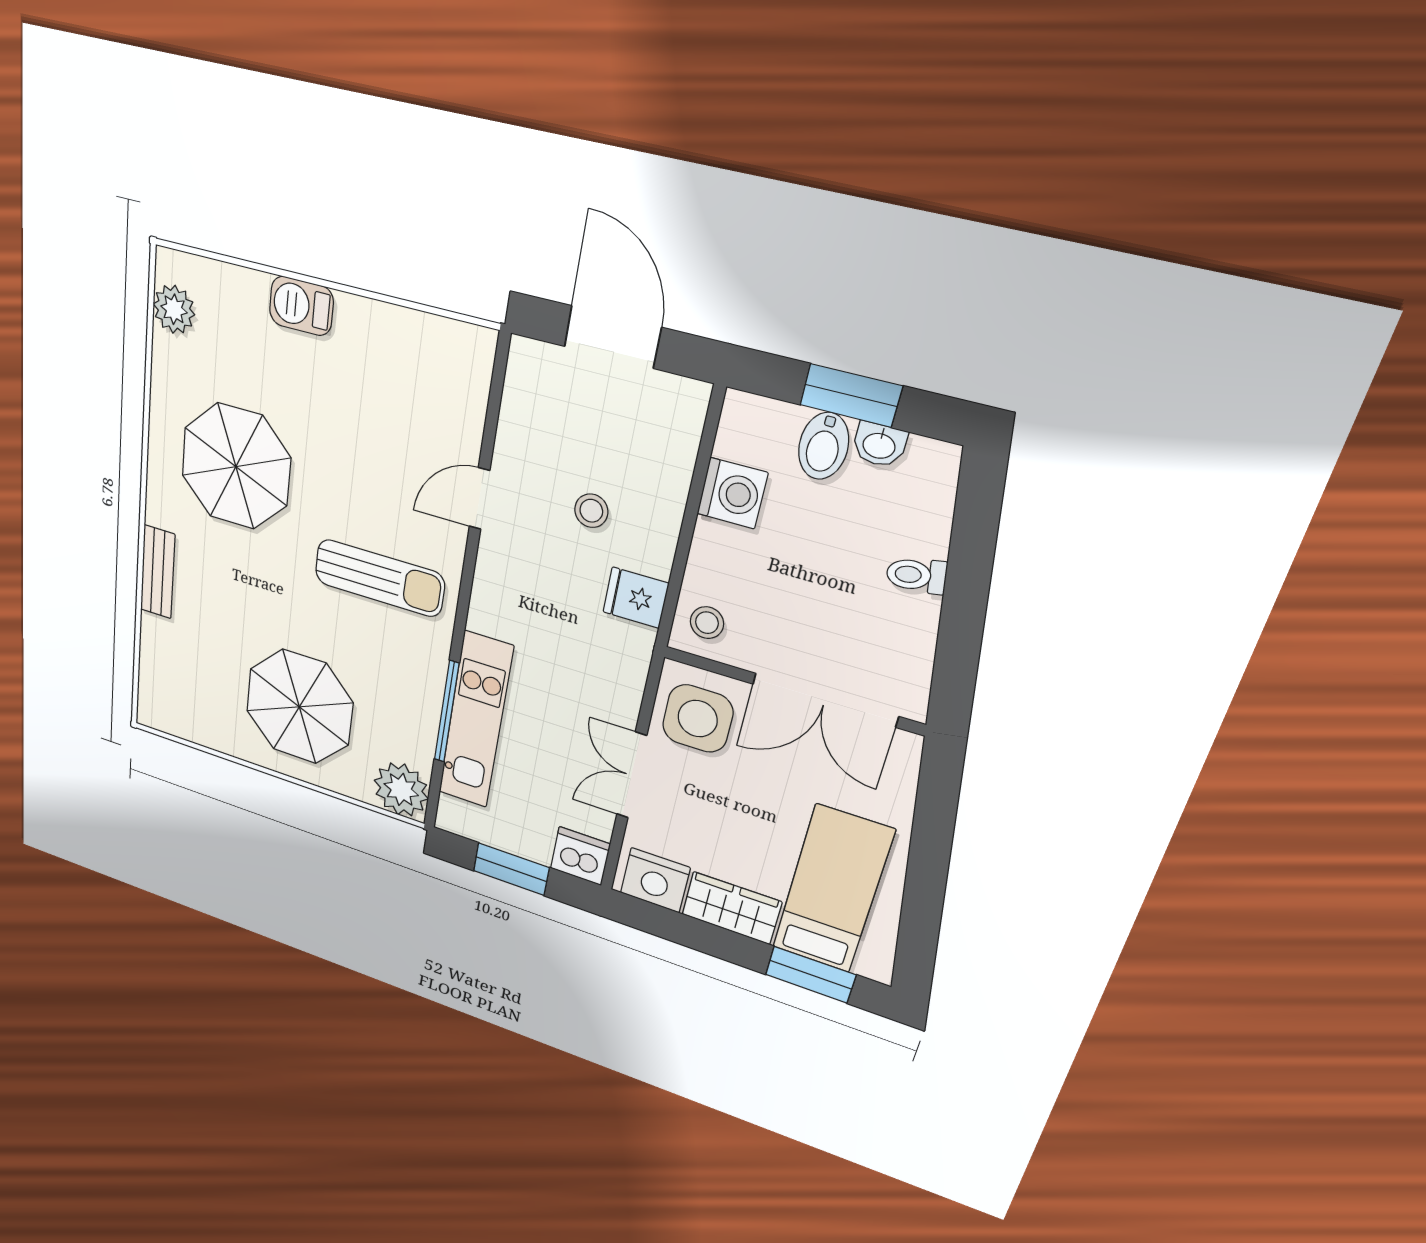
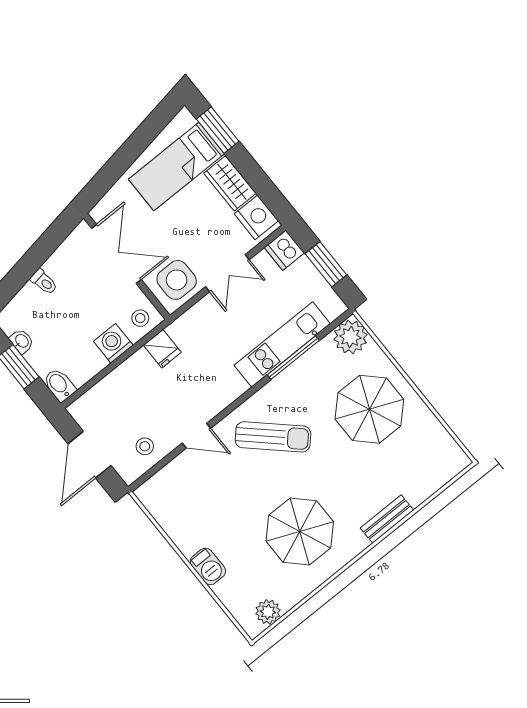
bidet: (824, 446) -> (59, 385), moved, turned -90
washing machine: (732, 493) -> (113, 343), moved
stool: (591, 511) -> (145, 446), moved
sun lounger: (379, 578) -> (273, 437), turned 133

